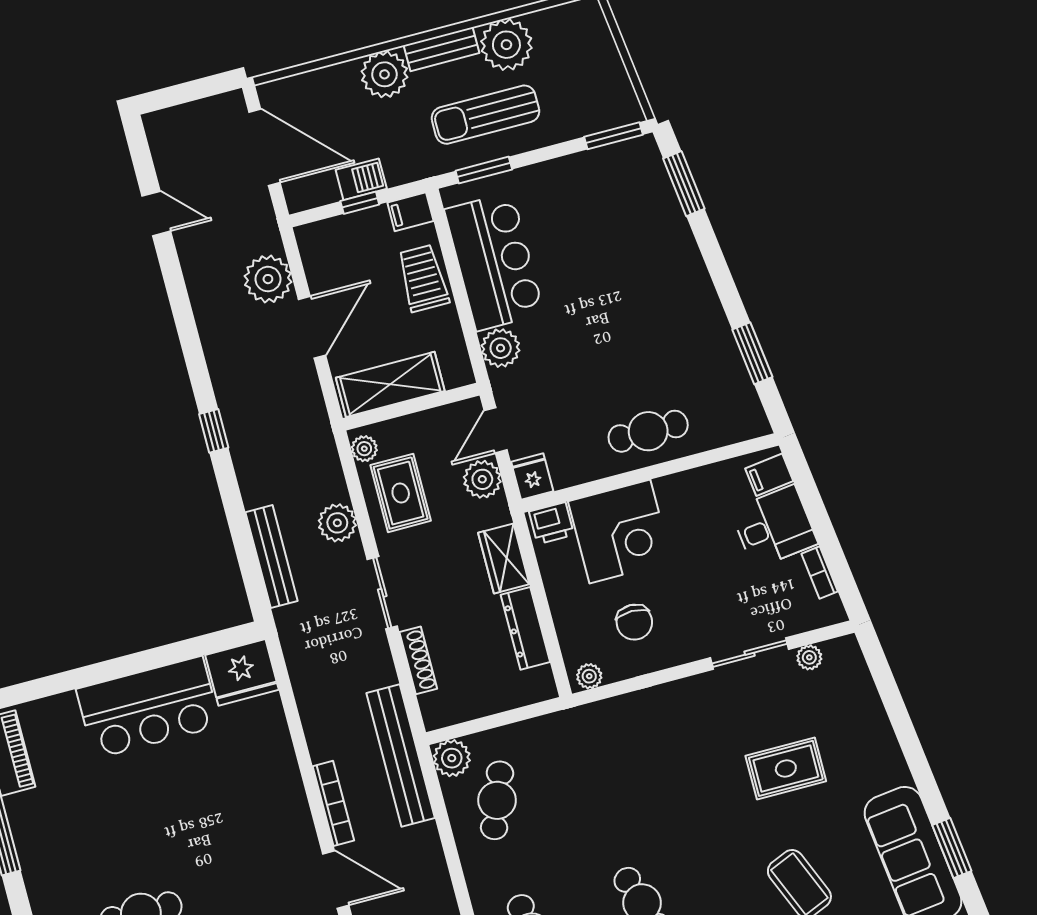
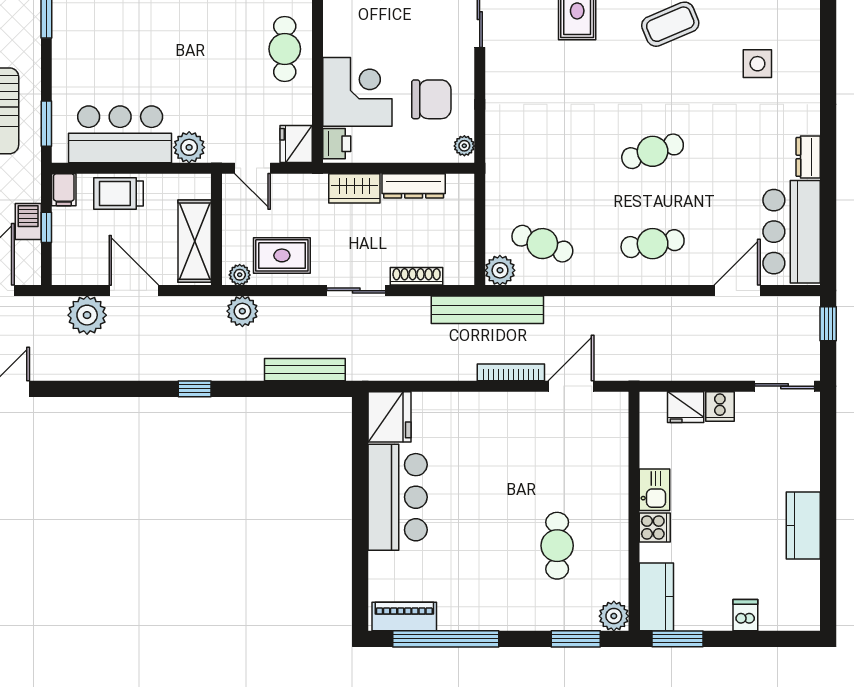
fridge: (532, 477) -> (296, 144), width x1.38
plant: (482, 479) -> (288, 189), removed
plant: (337, 523) -> (242, 311), moved
chair: (634, 622) -> (431, 99), width x1.37, depth x1.37

